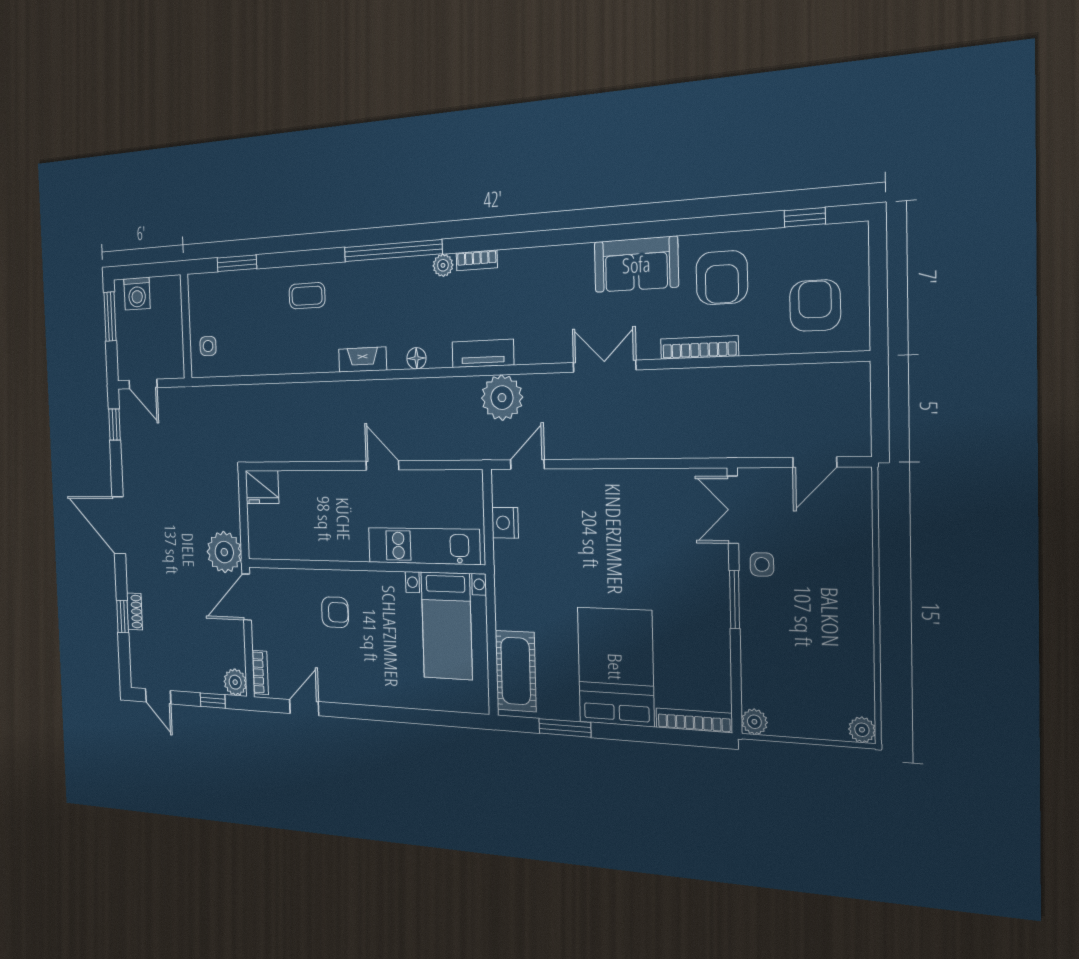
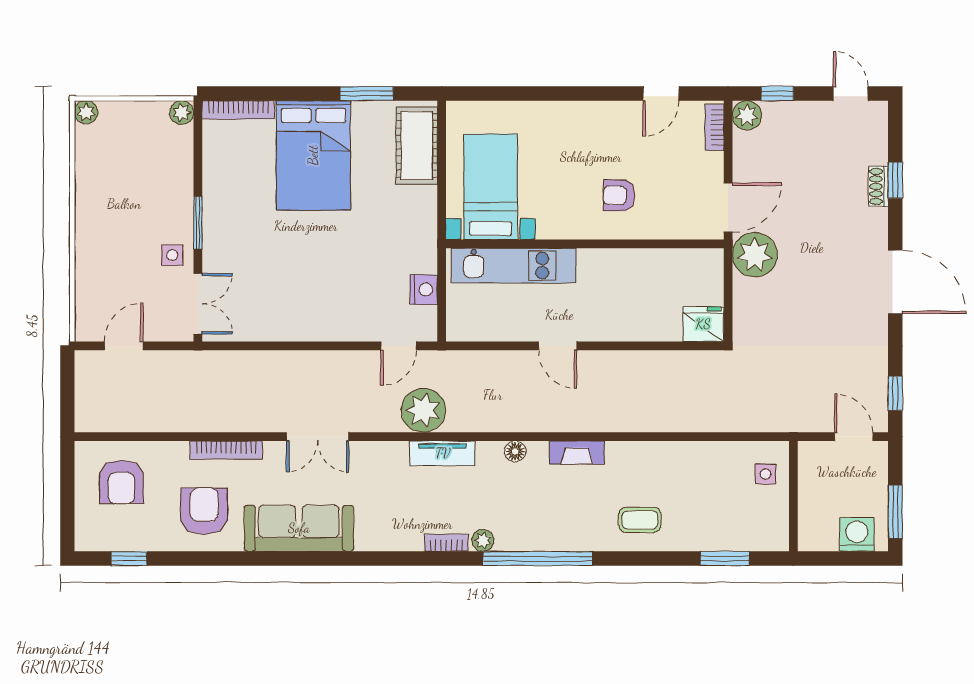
sofa: (636, 264) -> (299, 528), width x1.36

